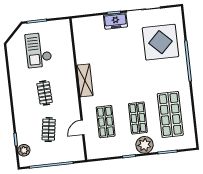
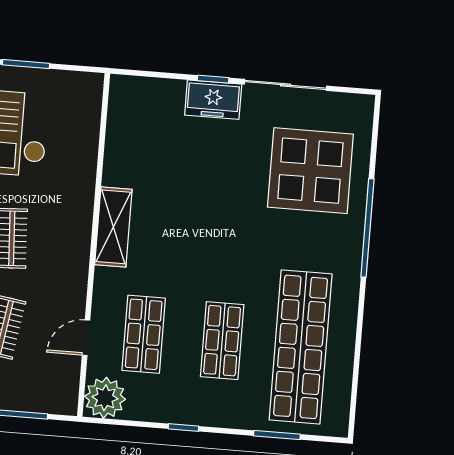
shop shelf: (170, 114) -> (301, 347), width x1.40
plant: (145, 145) -> (105, 398), moved

